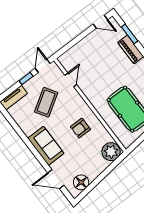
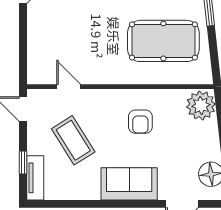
window: (26, 79) -> (23, 162), moved

